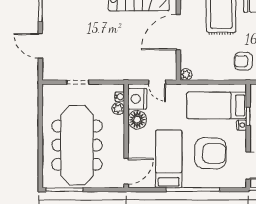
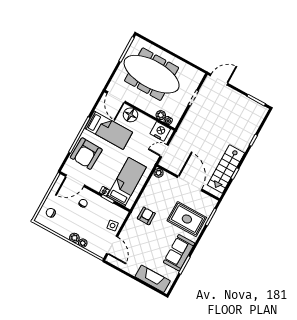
door: (40, 46) -> (219, 80), moved
floor lamp: (137, 120) -> (131, 115), moved
armchair: (210, 153) -> (86, 154), moved

